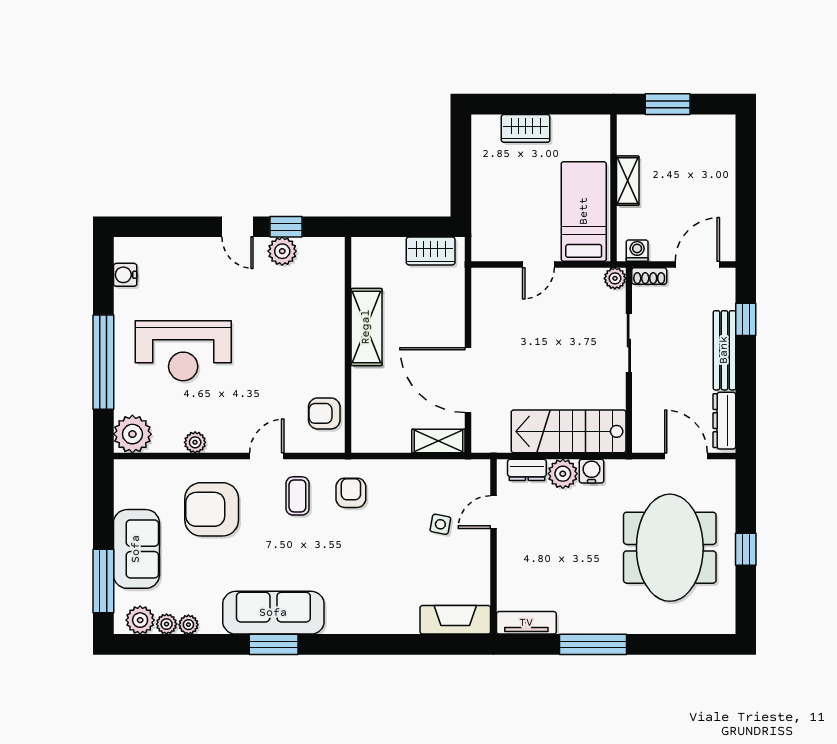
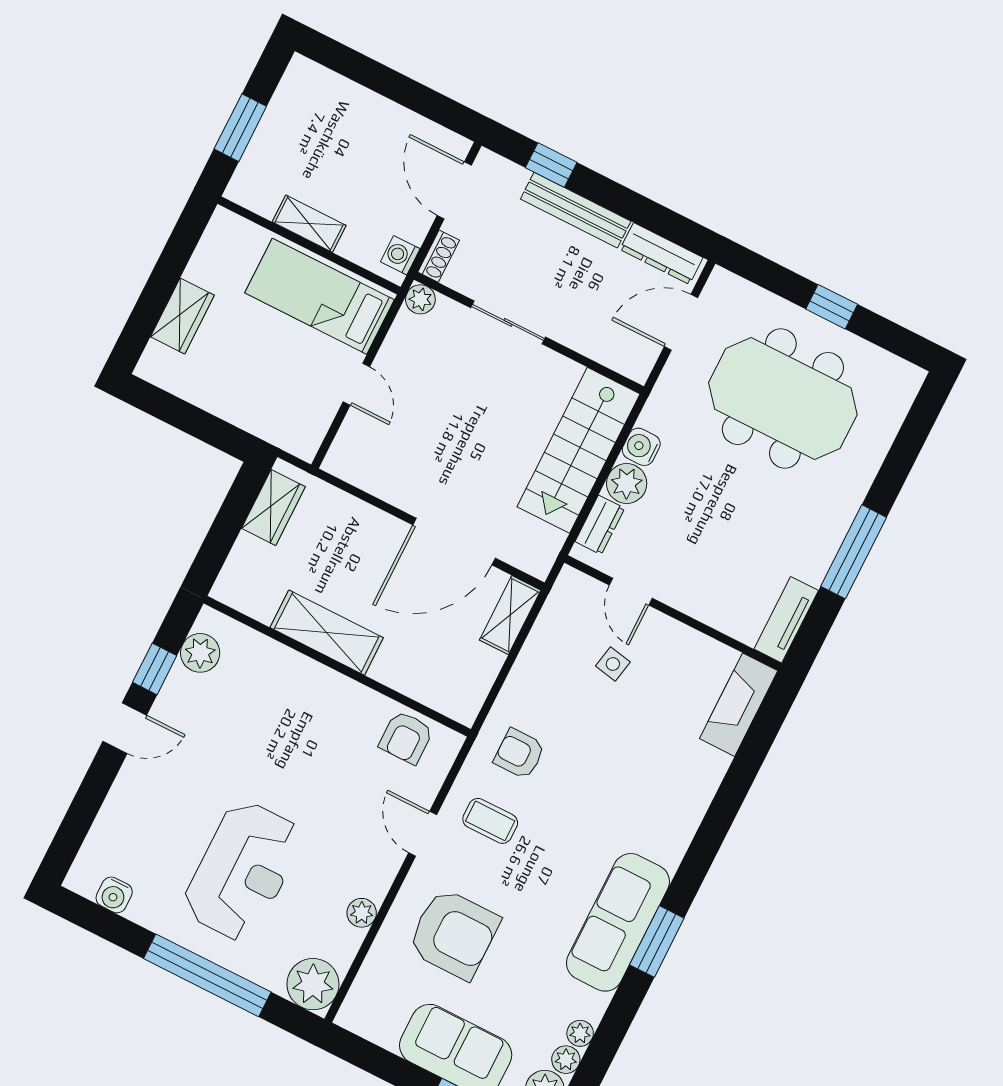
plant: (282, 251) -> (200, 653), moved
armchair: (212, 509) -> (454, 934), turned -90

